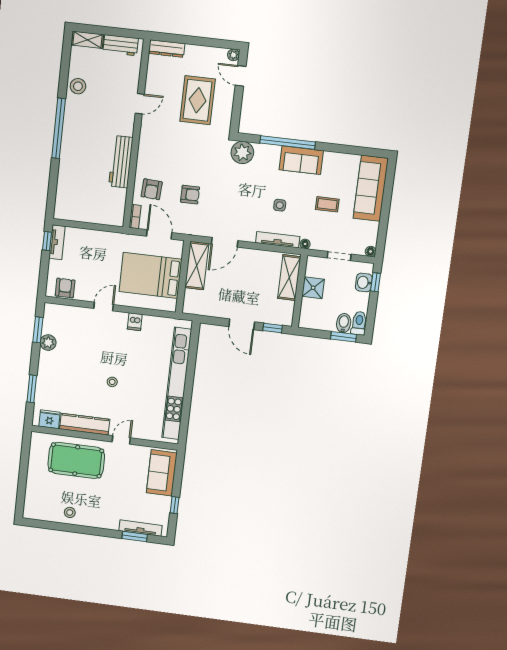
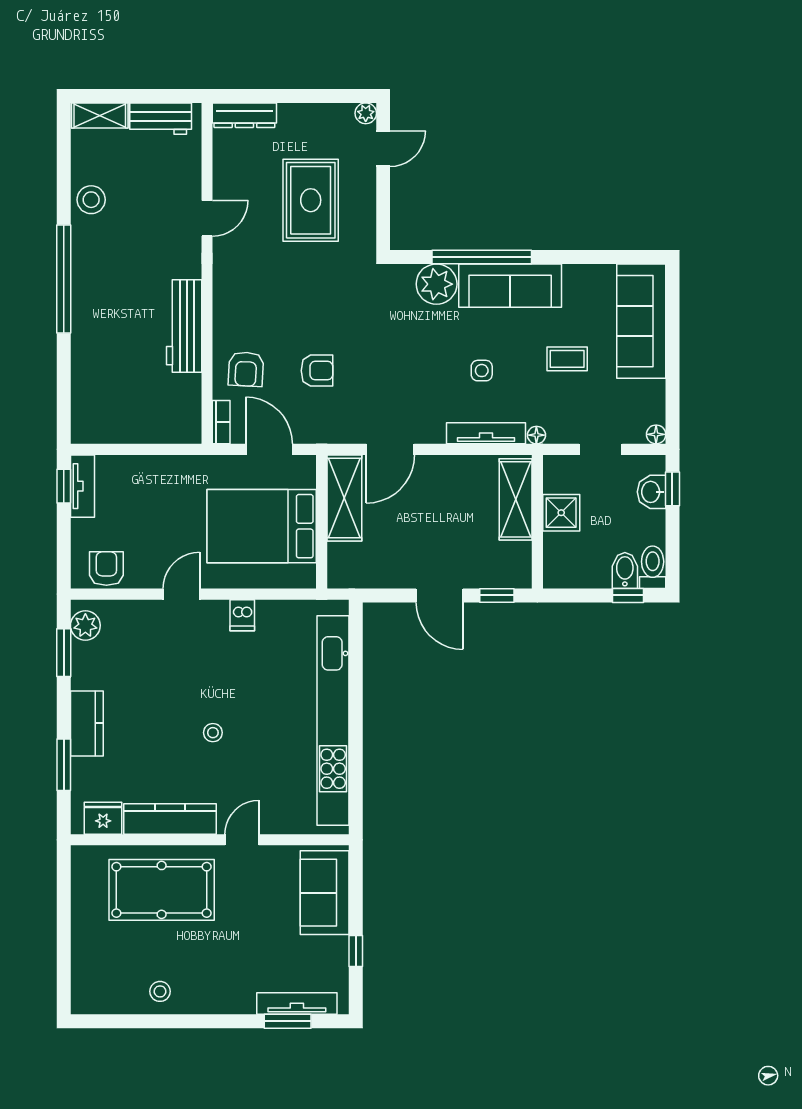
door: (241, 76) -> (383, 149), swing flipped
plant: (242, 152) -> (437, 284), moved
sofa: (301, 160) -> (510, 286), width x1.36
window: (344, 337) -> (628, 595), width x0.67
plant: (48, 343) -> (85, 625), moved
kitchen counter: (46, 369) -> (87, 723), added

